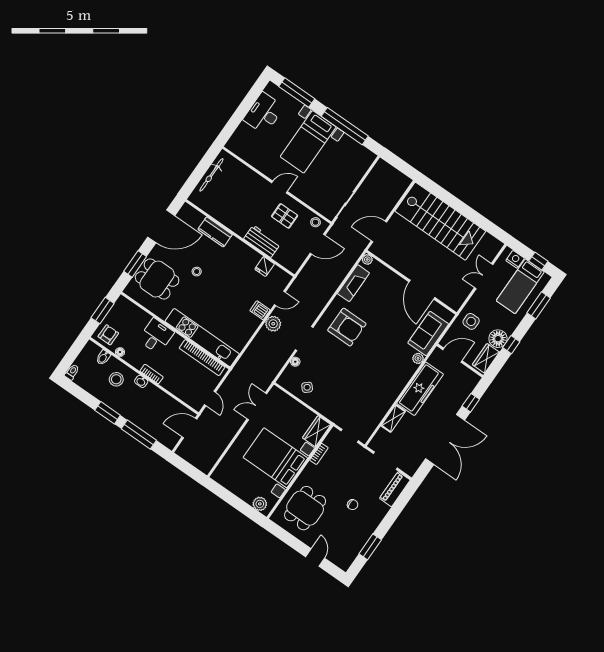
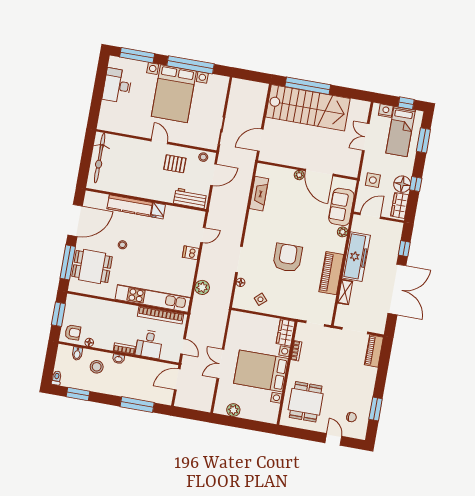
bed with nightstands: (308, 142) -> (174, 94), width x1.36
bicycle: (211, 175) -> (100, 158), width x1.37, depth x1.40
door: (280, 187) -> (159, 141), hinge flipped
window: (450, 200) -> (308, 86), added
kitchen counter: (215, 232) -> (130, 206), width x1.50
workbench: (262, 241) -> (190, 198), moved
plant: (367, 259) -> (299, 175), moved
window: (135, 264) -> (68, 262), width x1.44
fridge: (265, 267) -> (158, 211), moved
plant: (273, 324) -> (202, 287), moved
armchair: (347, 327) -> (288, 258), moved, turned -90
armchair: (108, 335) -> (73, 332), turned 90
desk: (156, 336) -> (149, 344), moved, turned 180
piano: (388, 394) -> (331, 273), added
double door: (257, 406) -> (220, 364), moved
window: (108, 413) -> (78, 394), moved
plant: (260, 504) -> (233, 410), moved
chair: (353, 505) -> (351, 417), moved

